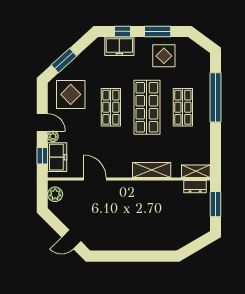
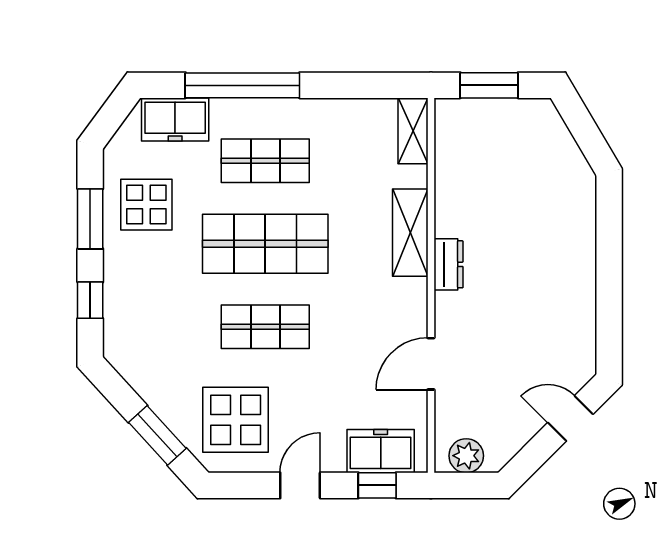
freezer: (119, 46) -> (175, 119), moved, turned 90
plant: (53, 136) -> (333, 461), removed
dresser: (195, 187) -> (448, 264), moved
door: (71, 239) -> (570, 418), swing flipped

